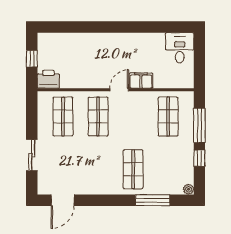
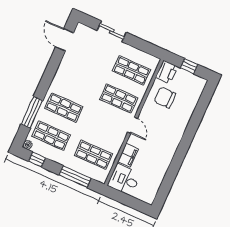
desk: (180, 48) -> (124, 180), moved, turned 180
chair: (76, 69) -> (165, 97), added
filing cabinet: (141, 81) -> (128, 155), moved
window: (199, 158) -> (37, 160), moved
shop shelf: (168, 169) -> (51, 136), added

